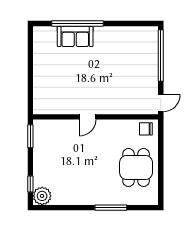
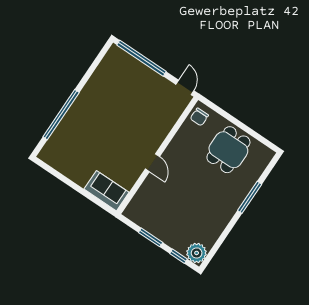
sofa: (75, 36) -> (107, 191), moved, turned -90
window: (30, 136) -> (151, 237), moved
dining table: (136, 167) -> (228, 150), turned 90

